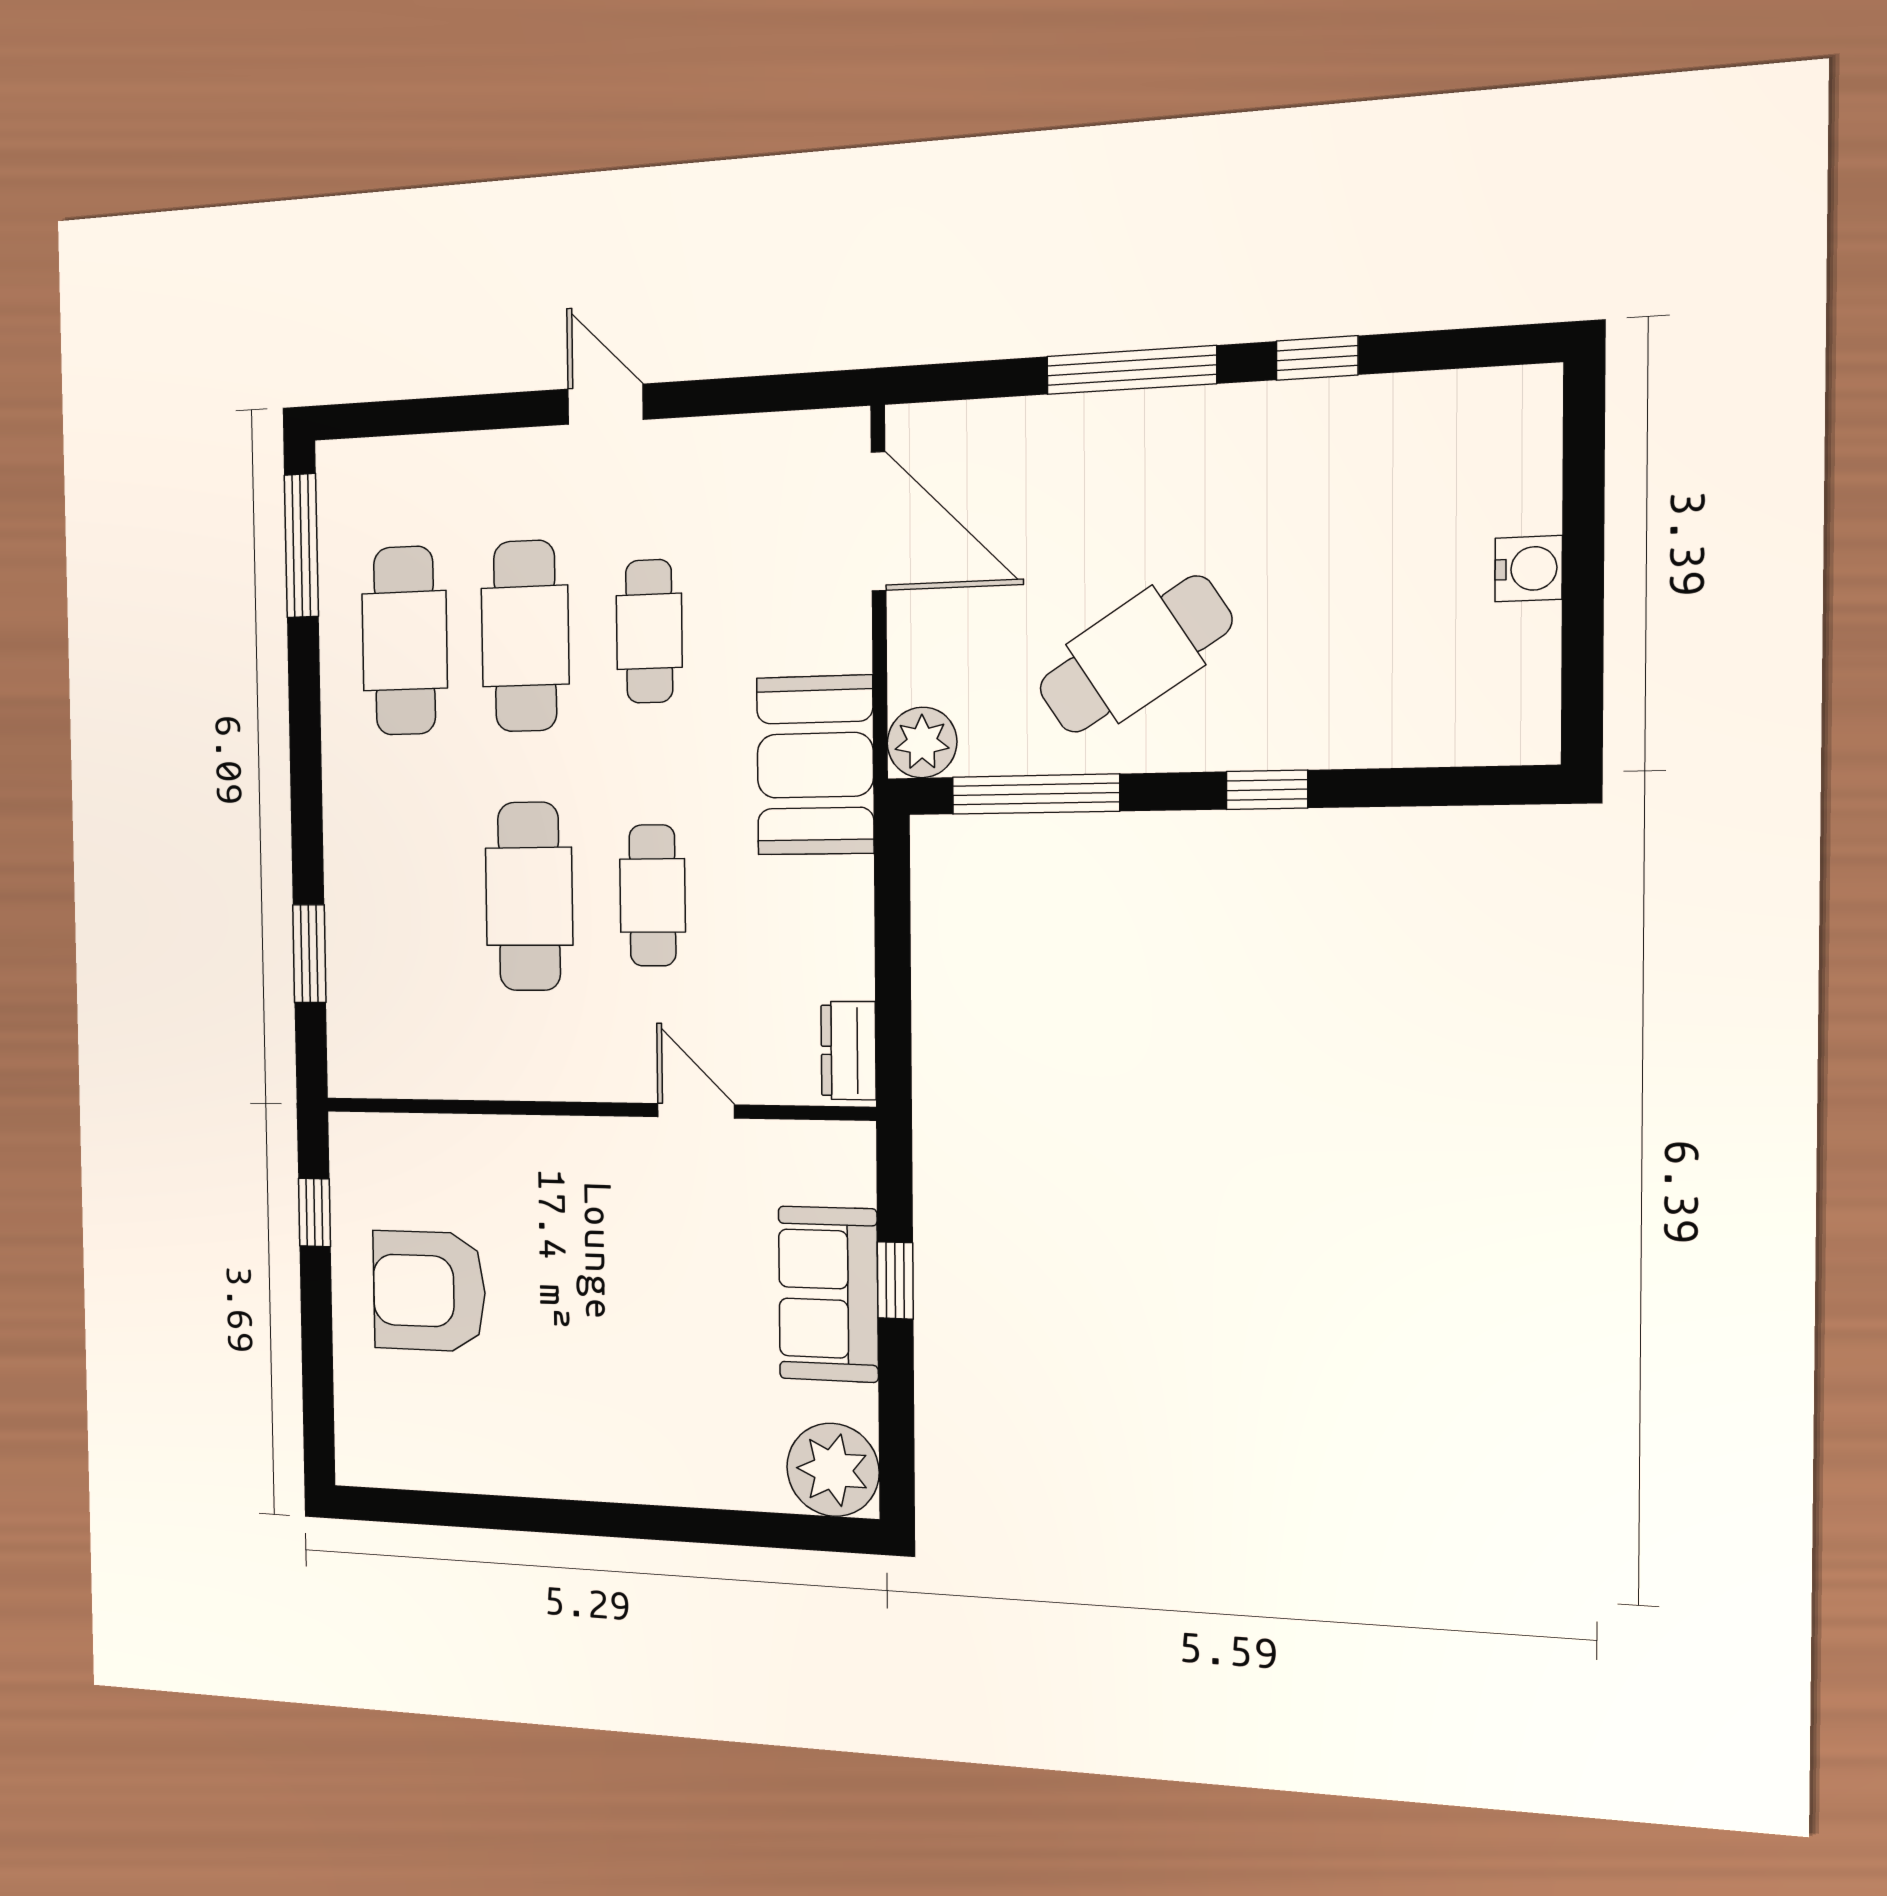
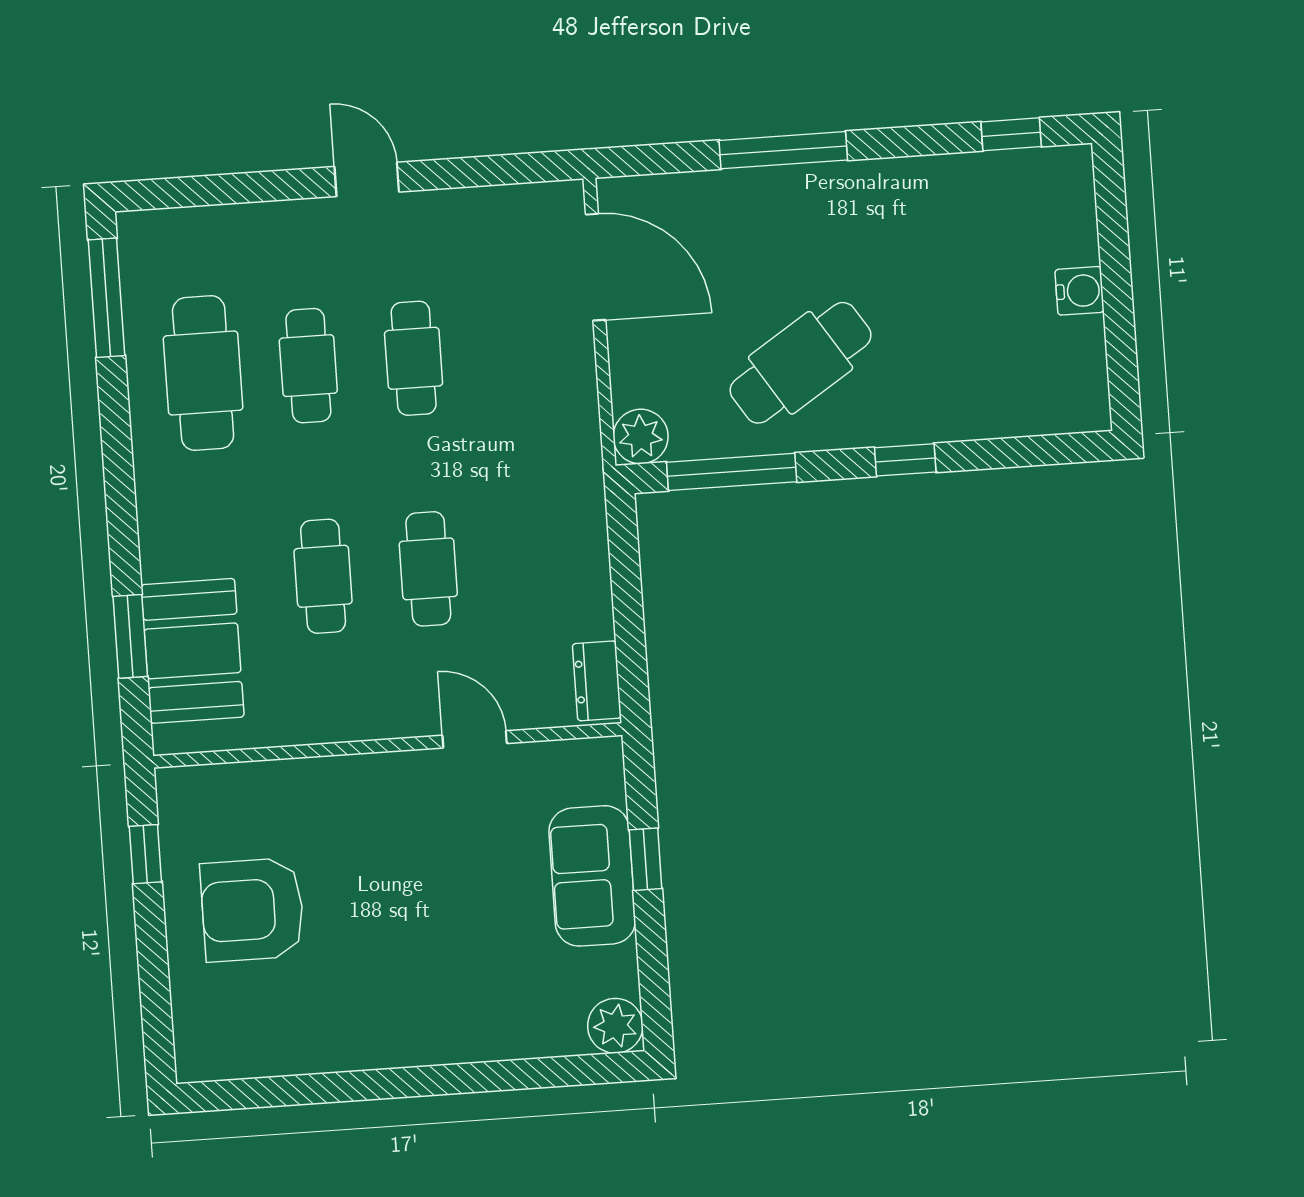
window: (1317, 358) -> (1011, 134), moved
cafe table: (525, 636) -> (308, 366), width x0.73, depth x0.74
booth: (815, 765) -> (193, 651), moved
cafe table: (529, 896) -> (323, 576), width x0.73, depth x0.74
plant: (833, 1470) -> (615, 1026), width x0.73, depth x0.73

